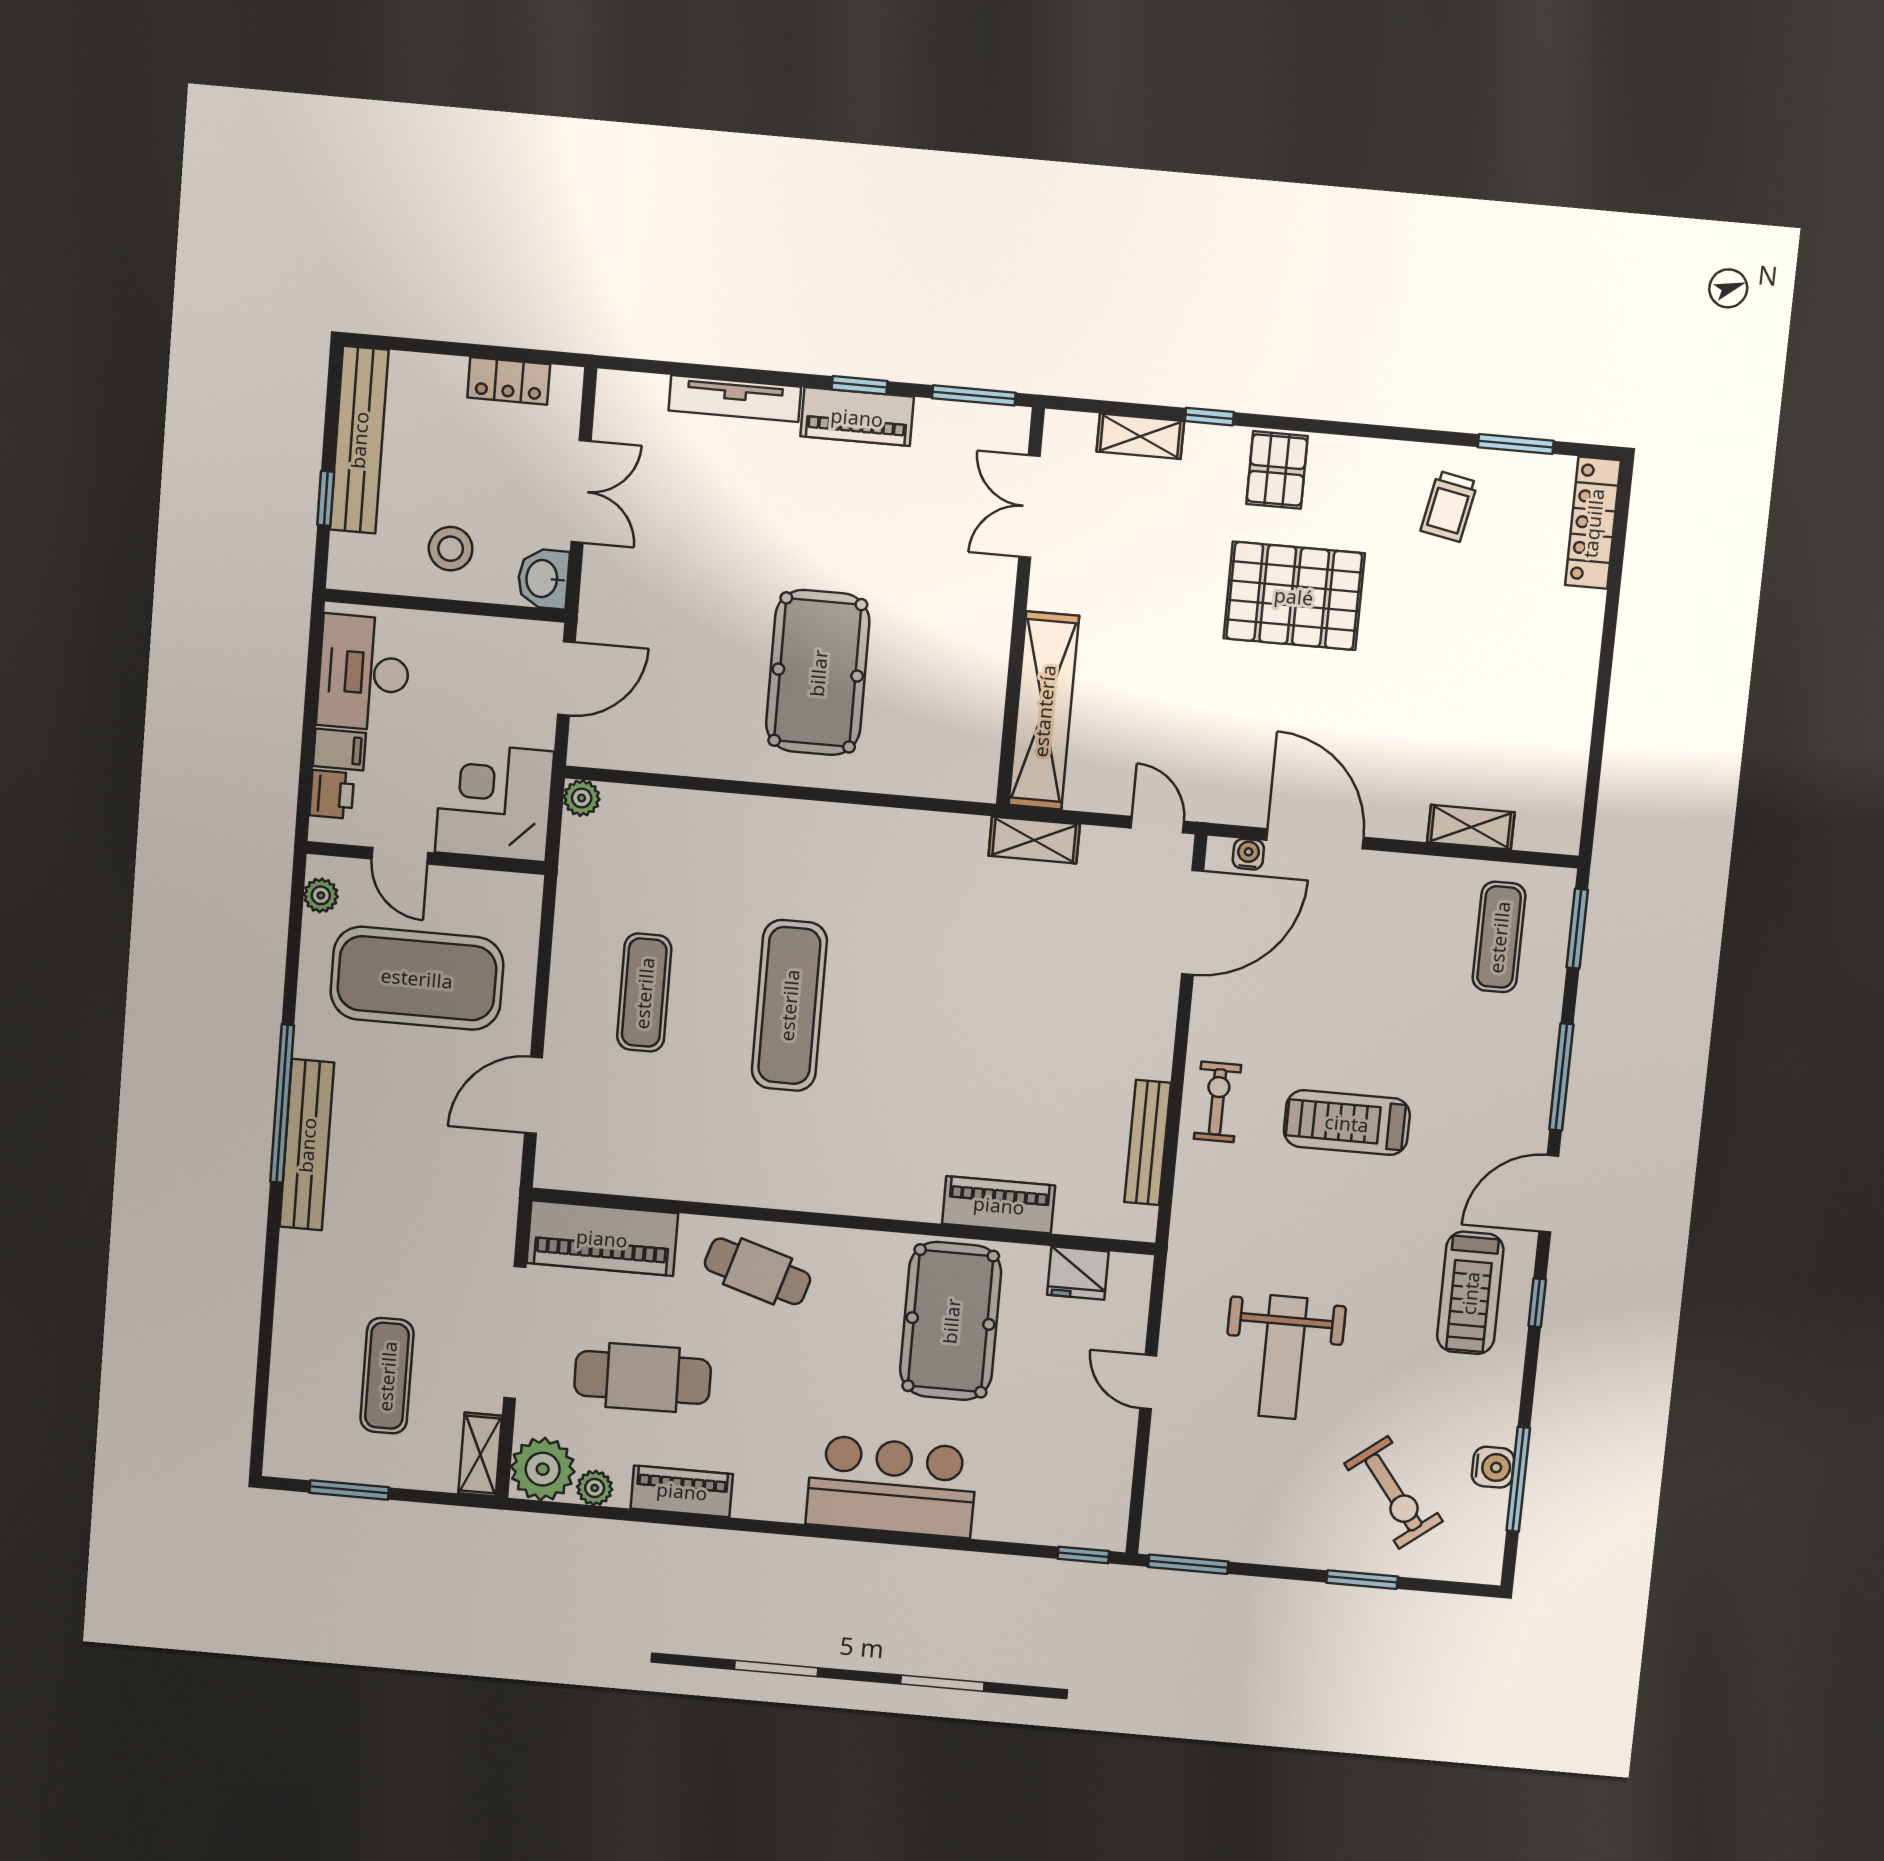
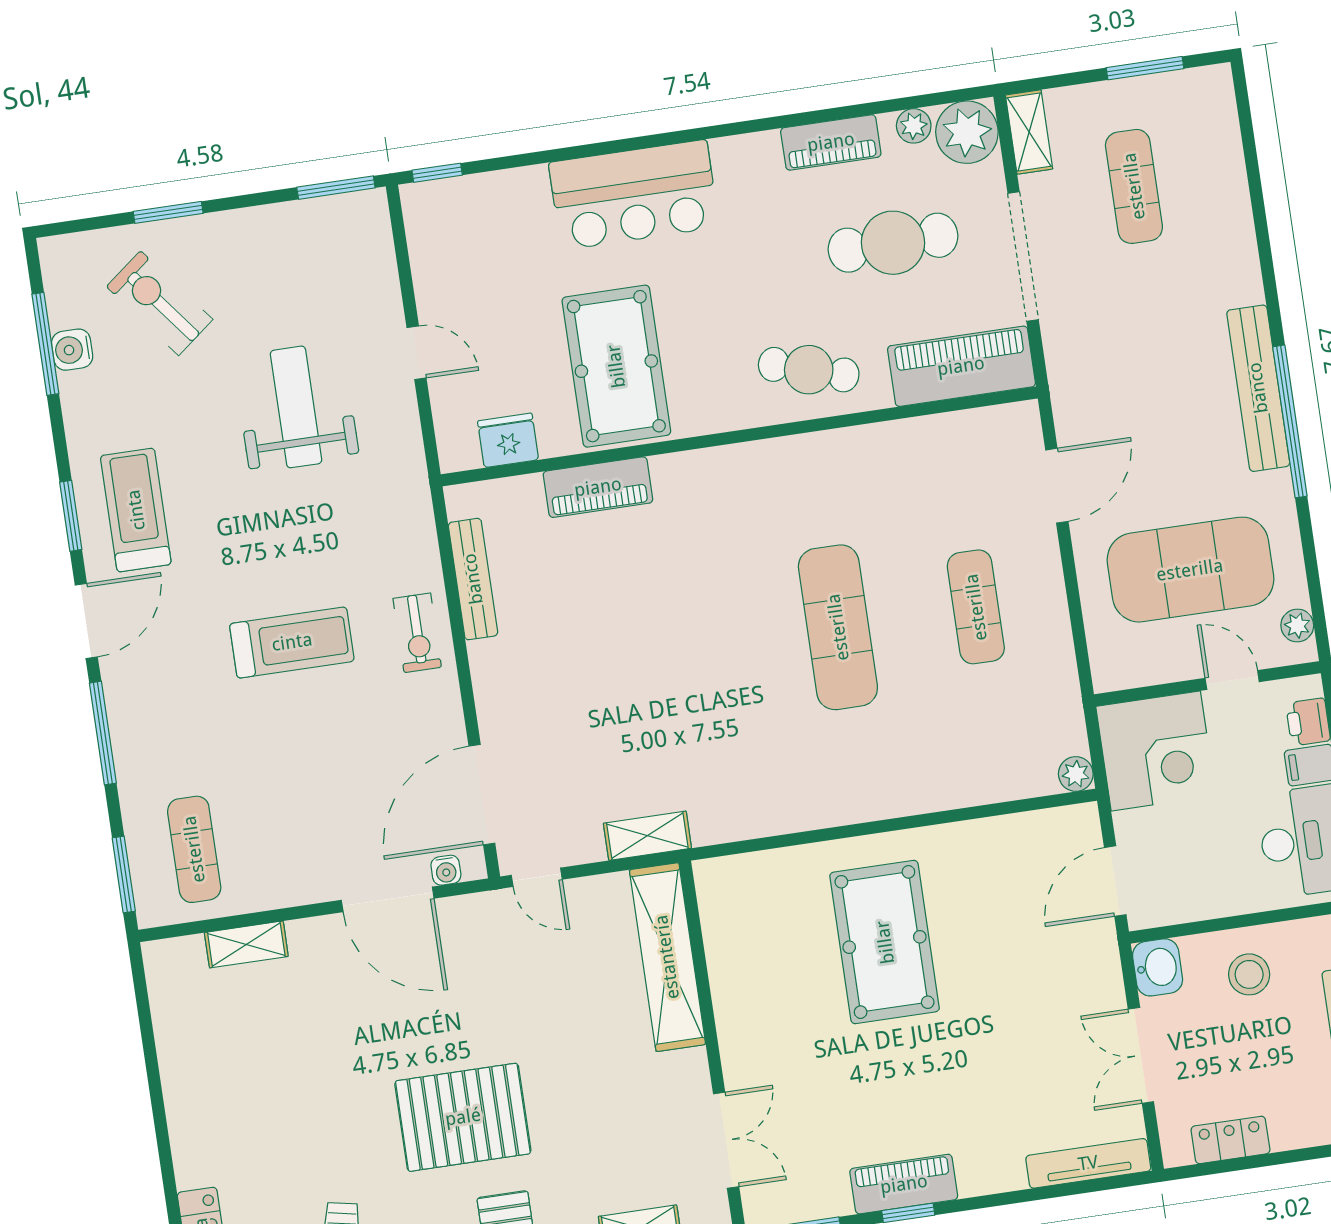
tv unit: (735, 399) -> (1088, 1163), moved
window: (1537, 1303) -> (71, 516), width x1.50

